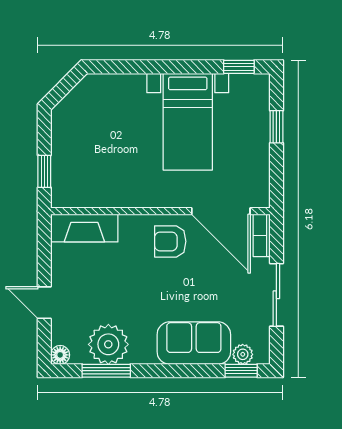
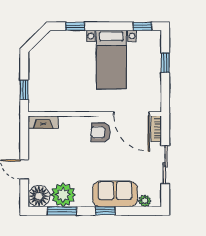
window: (128, 67) -> (75, 26), added
fireplace: (84, 228) -> (43, 122), width x0.73, depth x0.76
floor lamp: (60, 355) -> (39, 196), width x1.89, depth x1.89
window: (241, 371) -> (105, 211), moved

